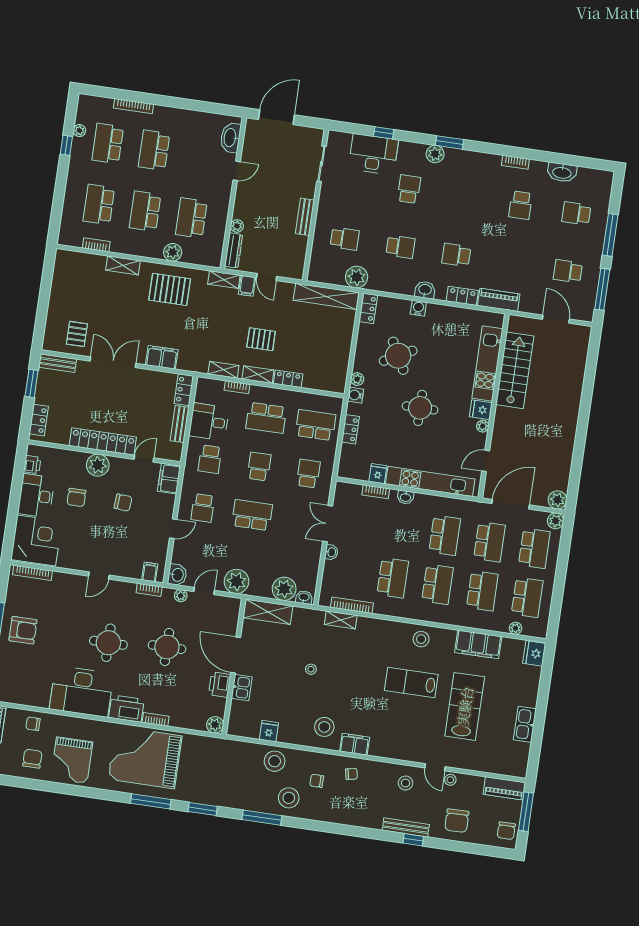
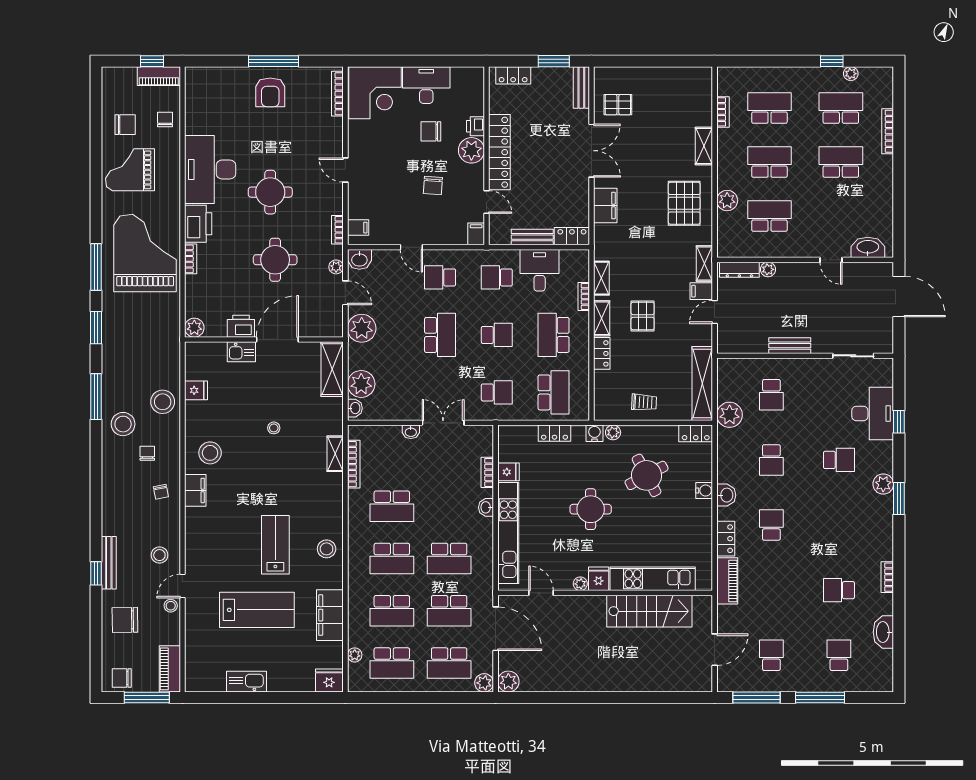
trolley: (335, 349) -> (644, 402), added
printer: (32, 465) -> (476, 126), moved, turned 90
filing cabinet: (169, 479) -> (476, 234), width x0.50

